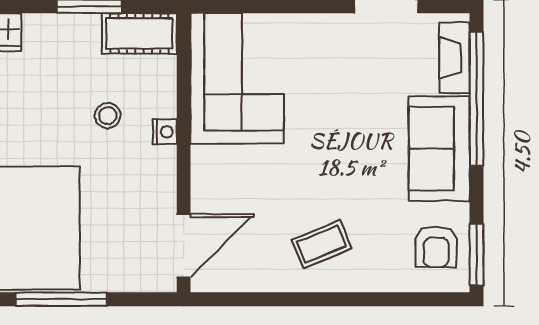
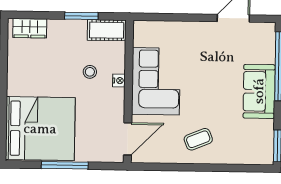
fireplace: (455, 58) -> (268, 45), removed
corner sofa: (237, 78) -> (156, 81), moved
armchair: (436, 247) -> (257, 141), removed

